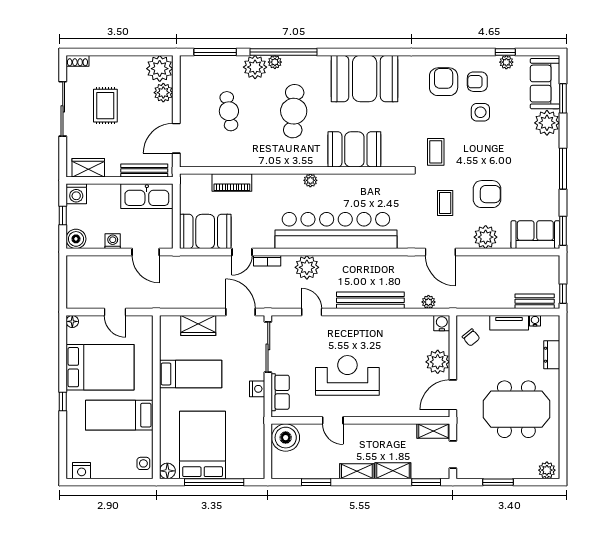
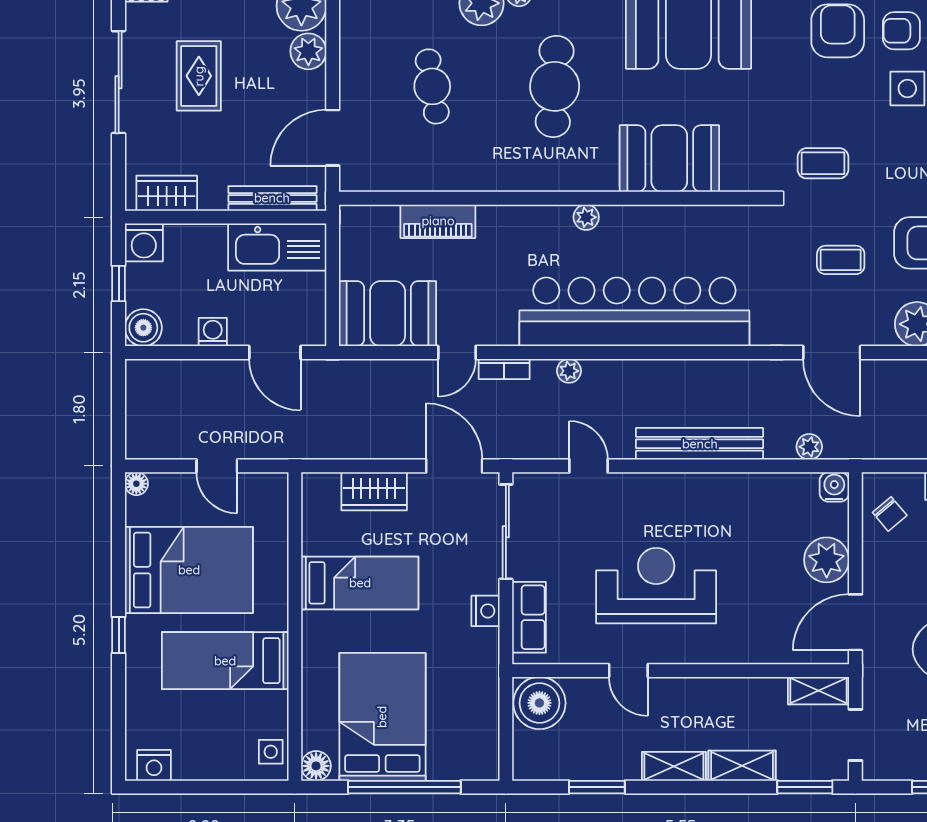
coffee table: (436, 152) -> (823, 163), turned 90
coffee table: (445, 203) -> (841, 260), turned 90
plant: (307, 267) -> (569, 371), width x0.53, depth x0.53

